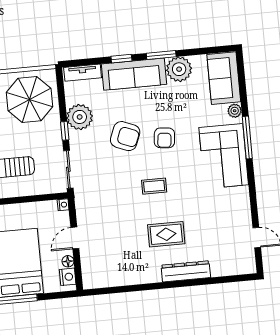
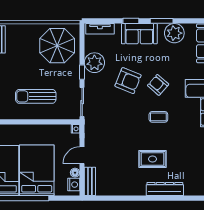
sofa: (134, 74) -> (139, 34), width x0.73
armchair: (164, 138) -> (158, 85), turned 125
coffee table: (154, 186) -> (158, 117), moved
bench: (88, 271) -> (90, 181), added

